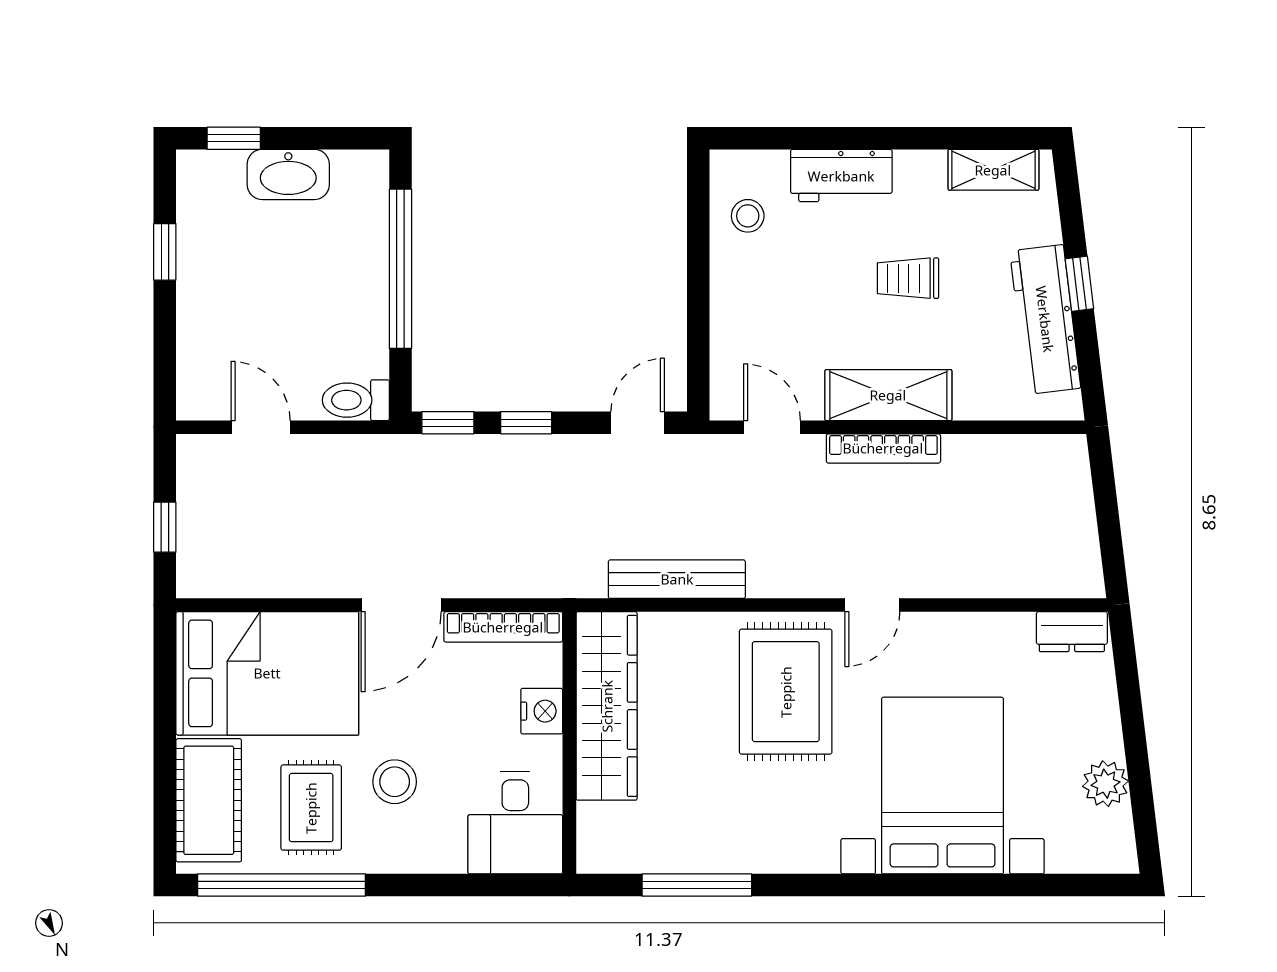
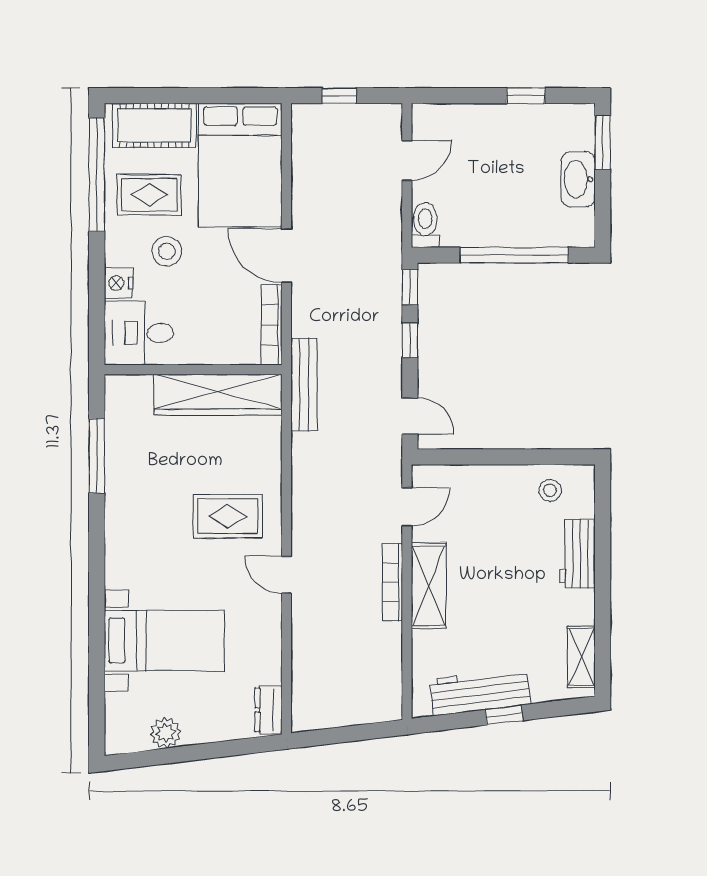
window: (234, 138) -> (603, 142), width x1.50
trolley: (908, 278) -> (508, 599), removed
bench: (677, 579) -> (304, 385), moved
rug: (786, 692) -> (228, 516), width x0.73, depth x0.70
nightstand: (542, 711) -> (119, 283), moved, turned 90
bed with nightstands: (942, 786) -> (164, 641), width x0.73

